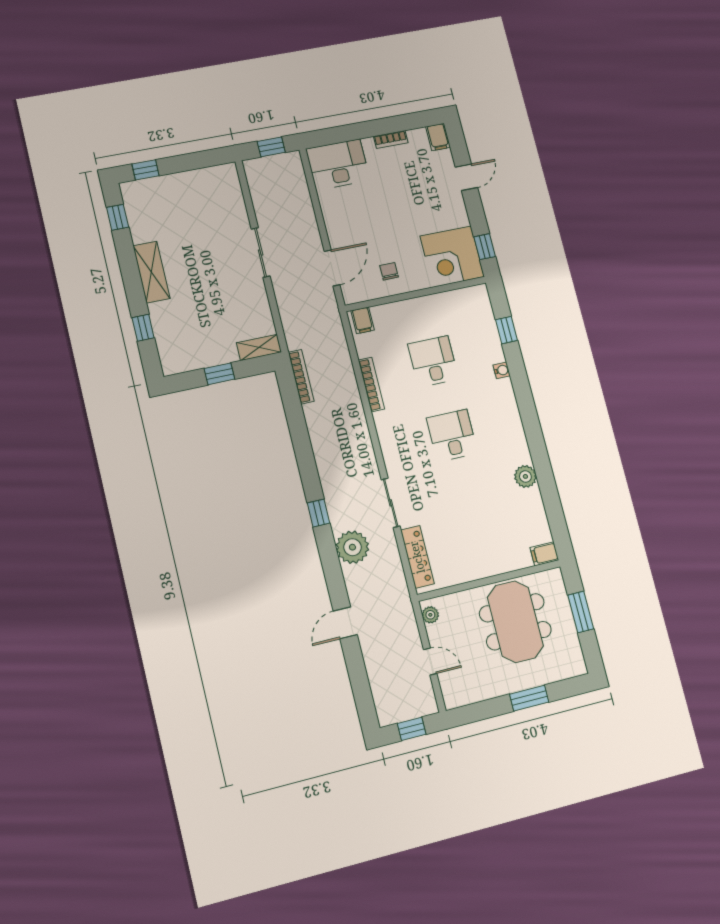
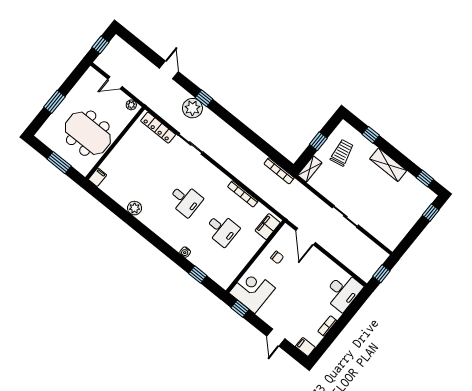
filing cabinet: (363, 320) -> (268, 227), width x2.00
trolley: (200, 335) -> (342, 153), added
window: (319, 513) -> (204, 98), moved

